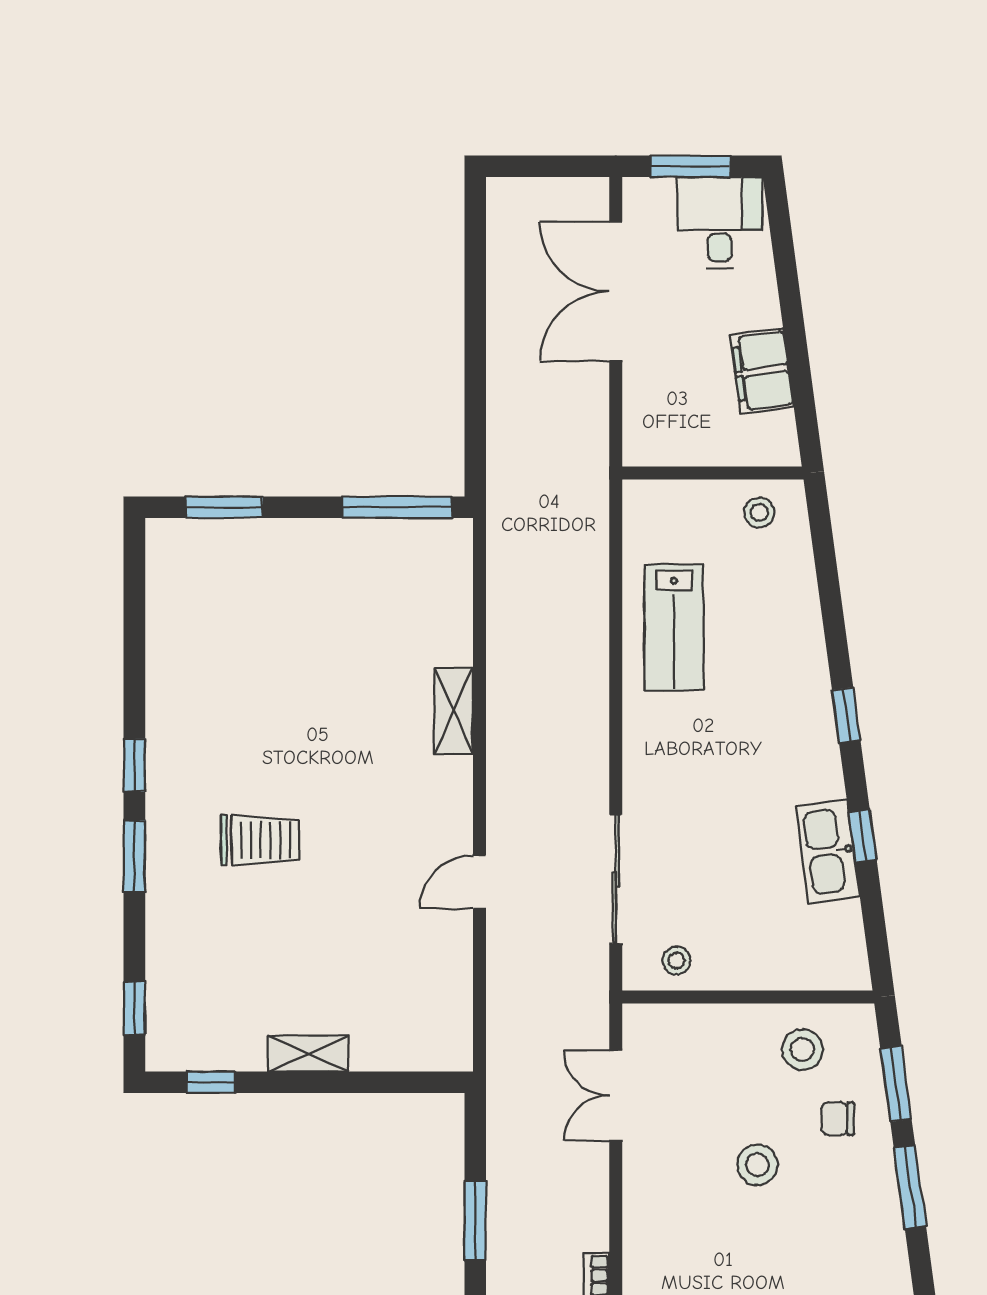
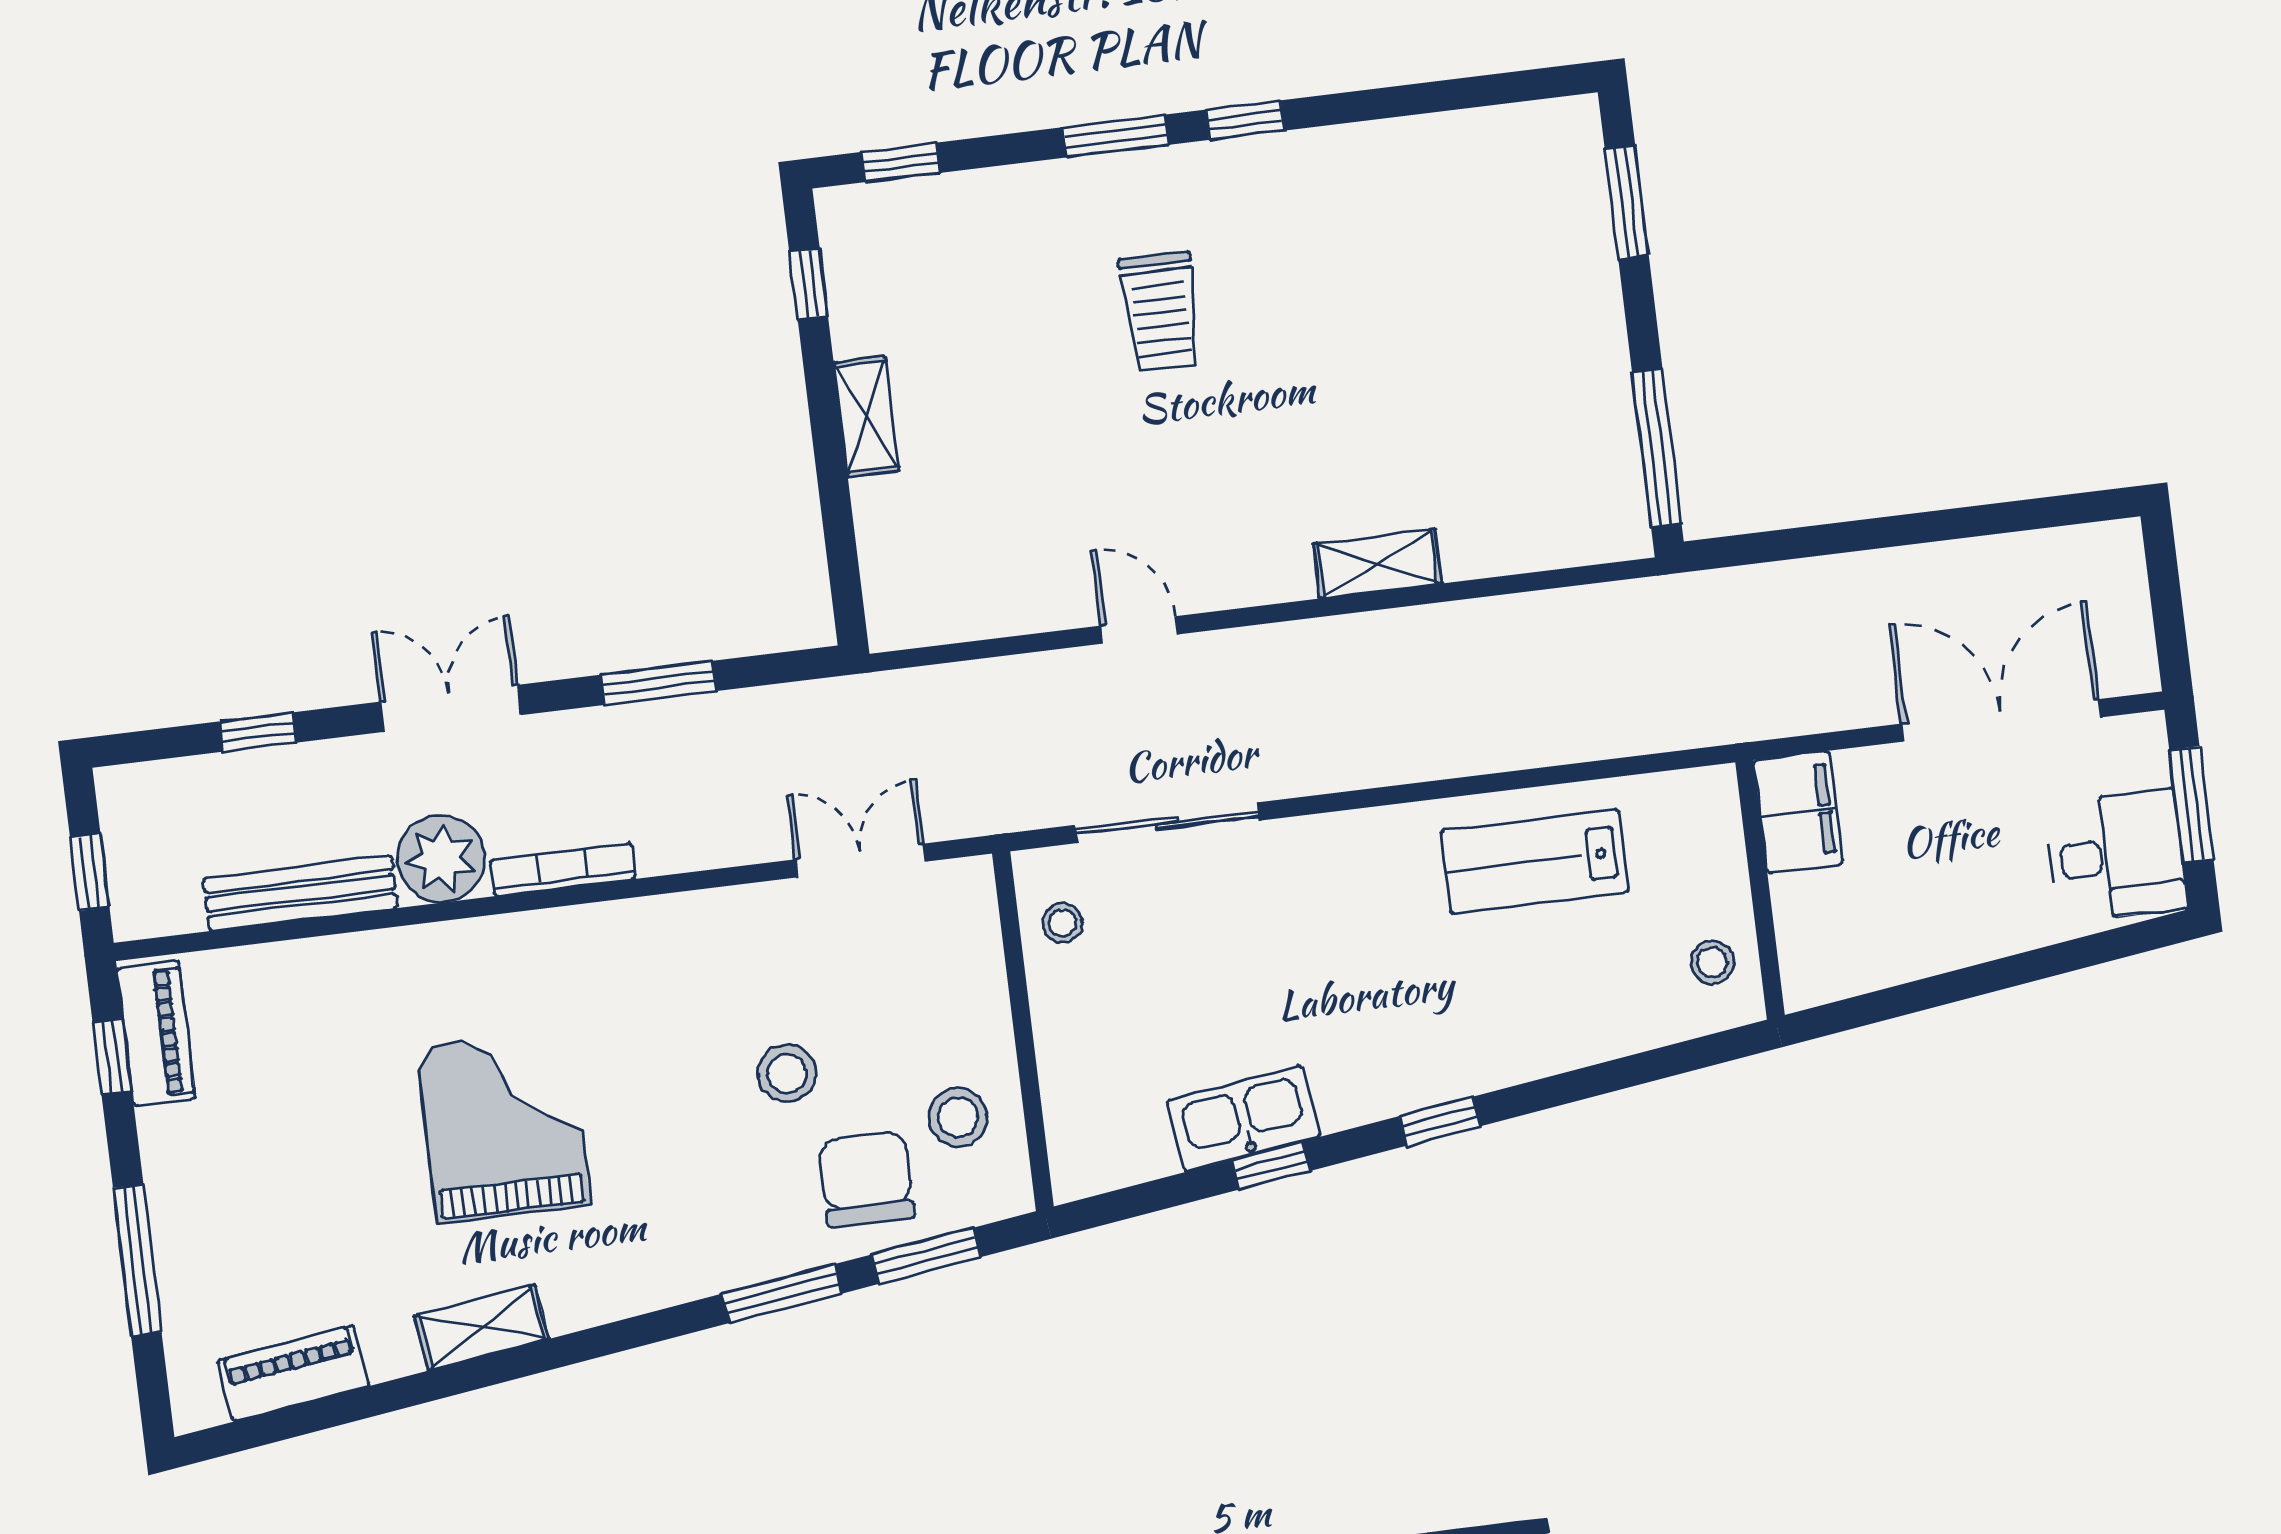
filing cabinet: (762, 371) -> (1798, 812), moved, turned 98
chair: (838, 1119) -> (866, 1179), width x1.87, depth x1.87

